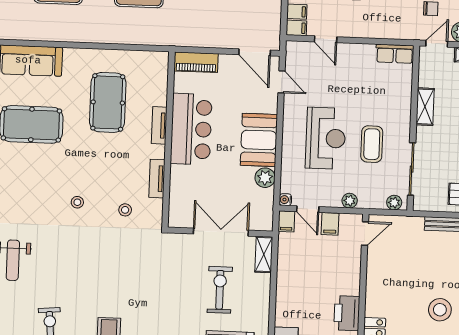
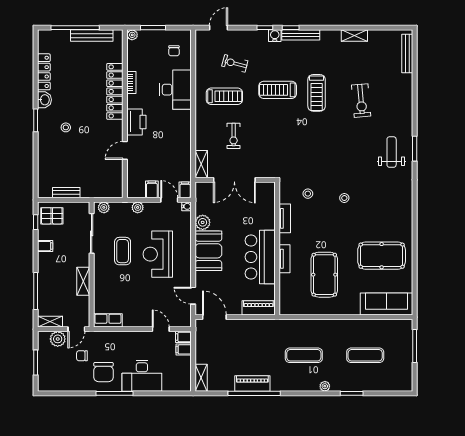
door: (365, 233) -> (125, 150), moved
exercise bike: (220, 290) -> (234, 136), width x0.73, depth x0.72
stool: (440, 310) -> (66, 127), width x0.53, depth x0.53

